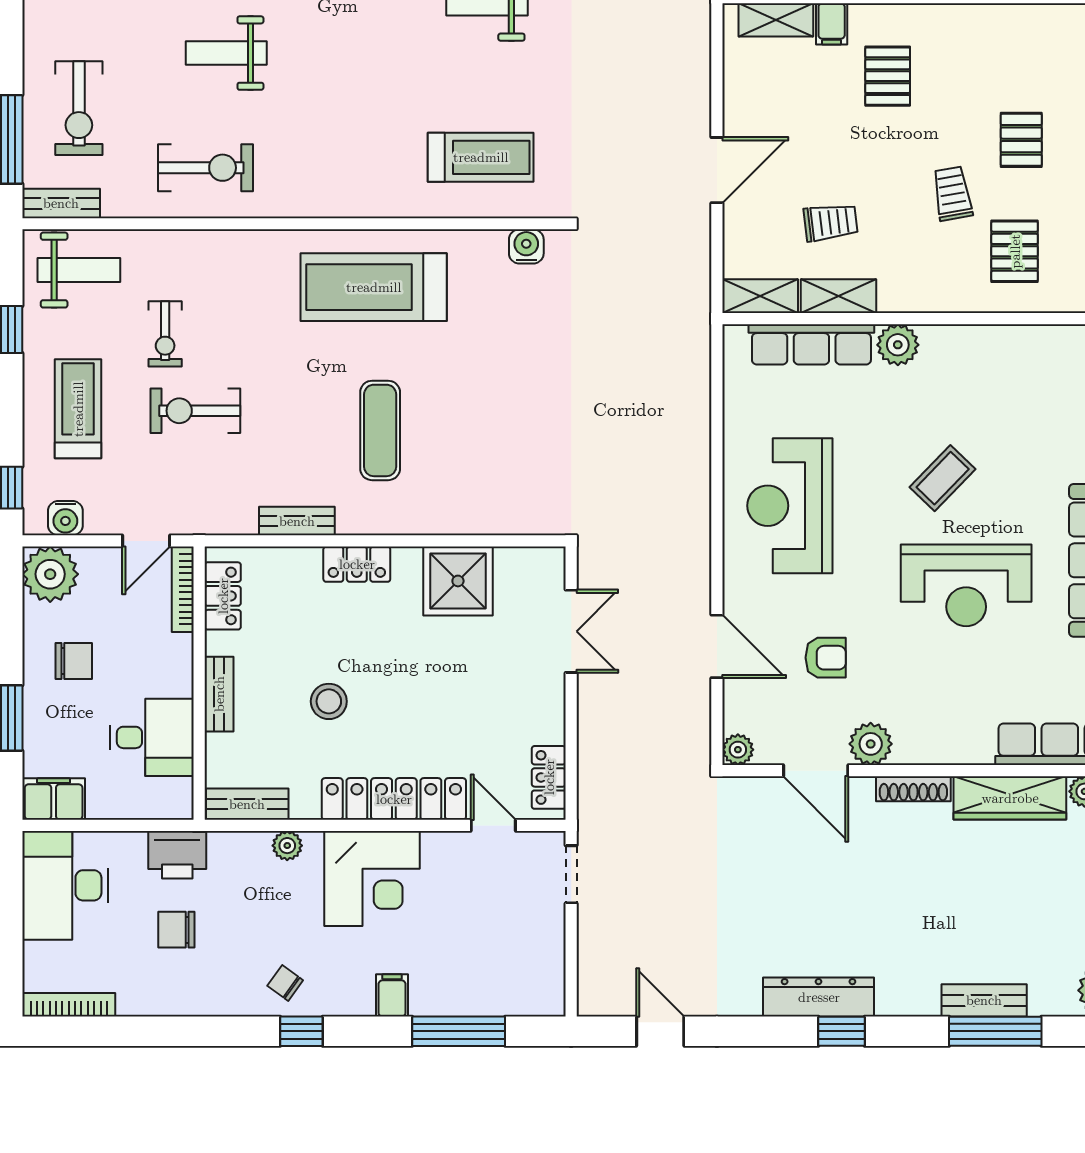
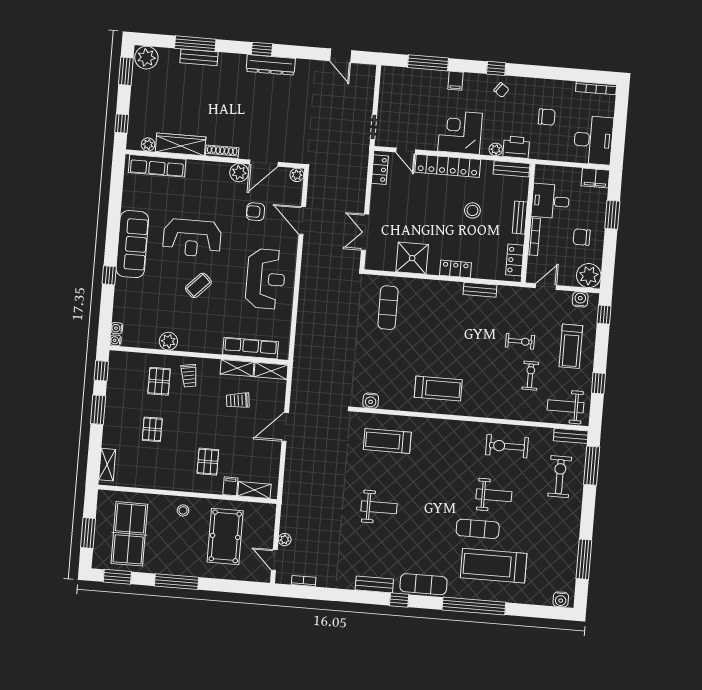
trolley: (952, 194) -> (189, 376), moved
treadmill: (374, 287) -> (438, 389), width x0.73, depth x0.73
plant: (898, 345) -> (168, 341), moved
exercise bike: (195, 411) -> (520, 341), width x0.73, depth x0.72
exercise mat: (380, 430) -> (388, 308), moved
reception desk: (966, 585) -> (192, 238), turned 180
bookcase: (183, 589) -> (534, 237), moved
door: (816, 771) -> (264, 163), swing flipped
printer: (177, 855) -> (516, 147), moved

